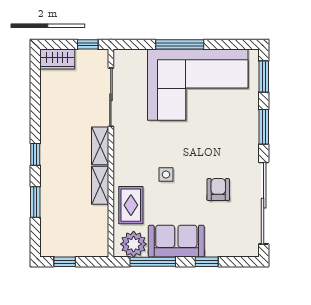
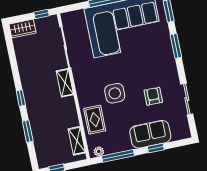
side table: (166, 175) -> (115, 93), width x1.87, depth x1.87
shelving: (100, 185) -> (77, 141), moved
sliding door: (264, 203) -> (187, 99), width x0.54
sofa: (176, 241) -> (150, 134), moved
plant: (134, 244) -> (99, 152), width x0.53, depth x0.53

